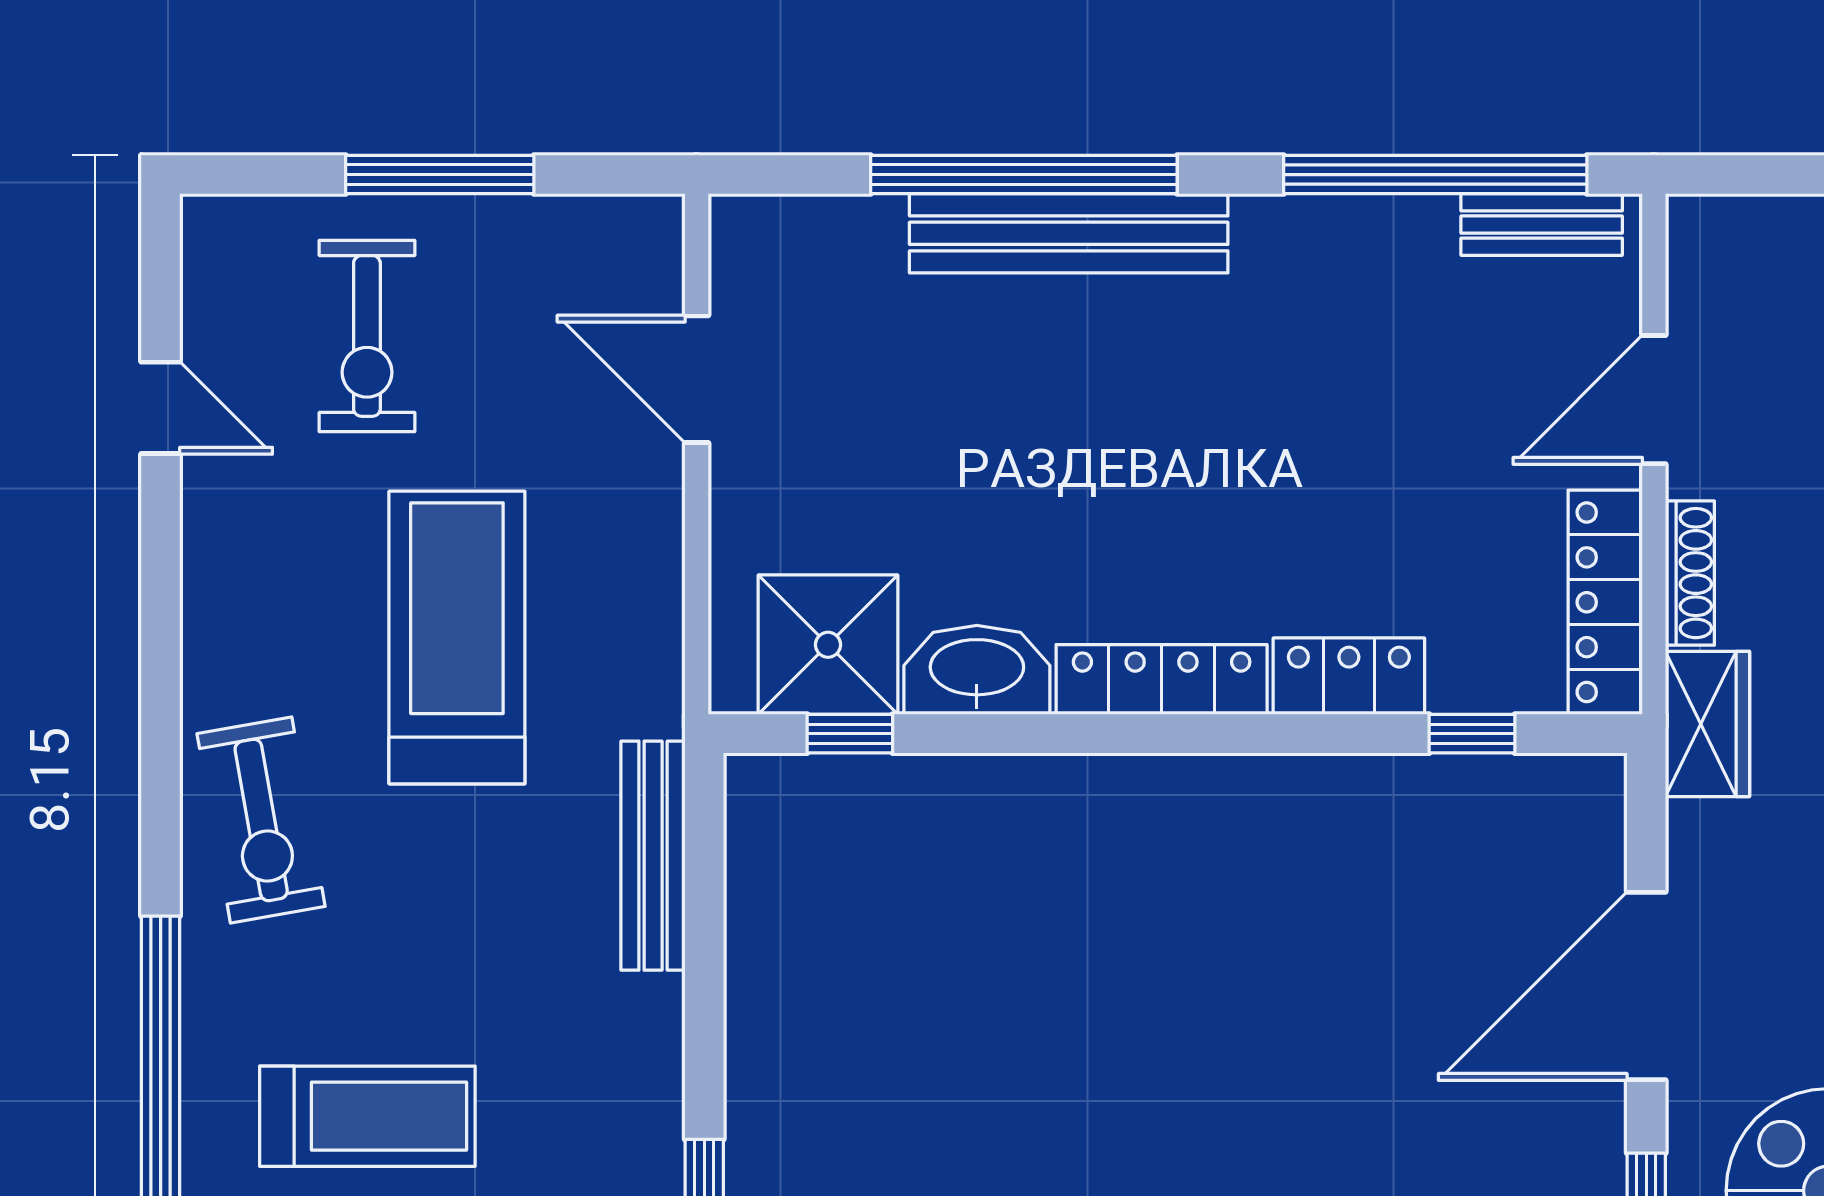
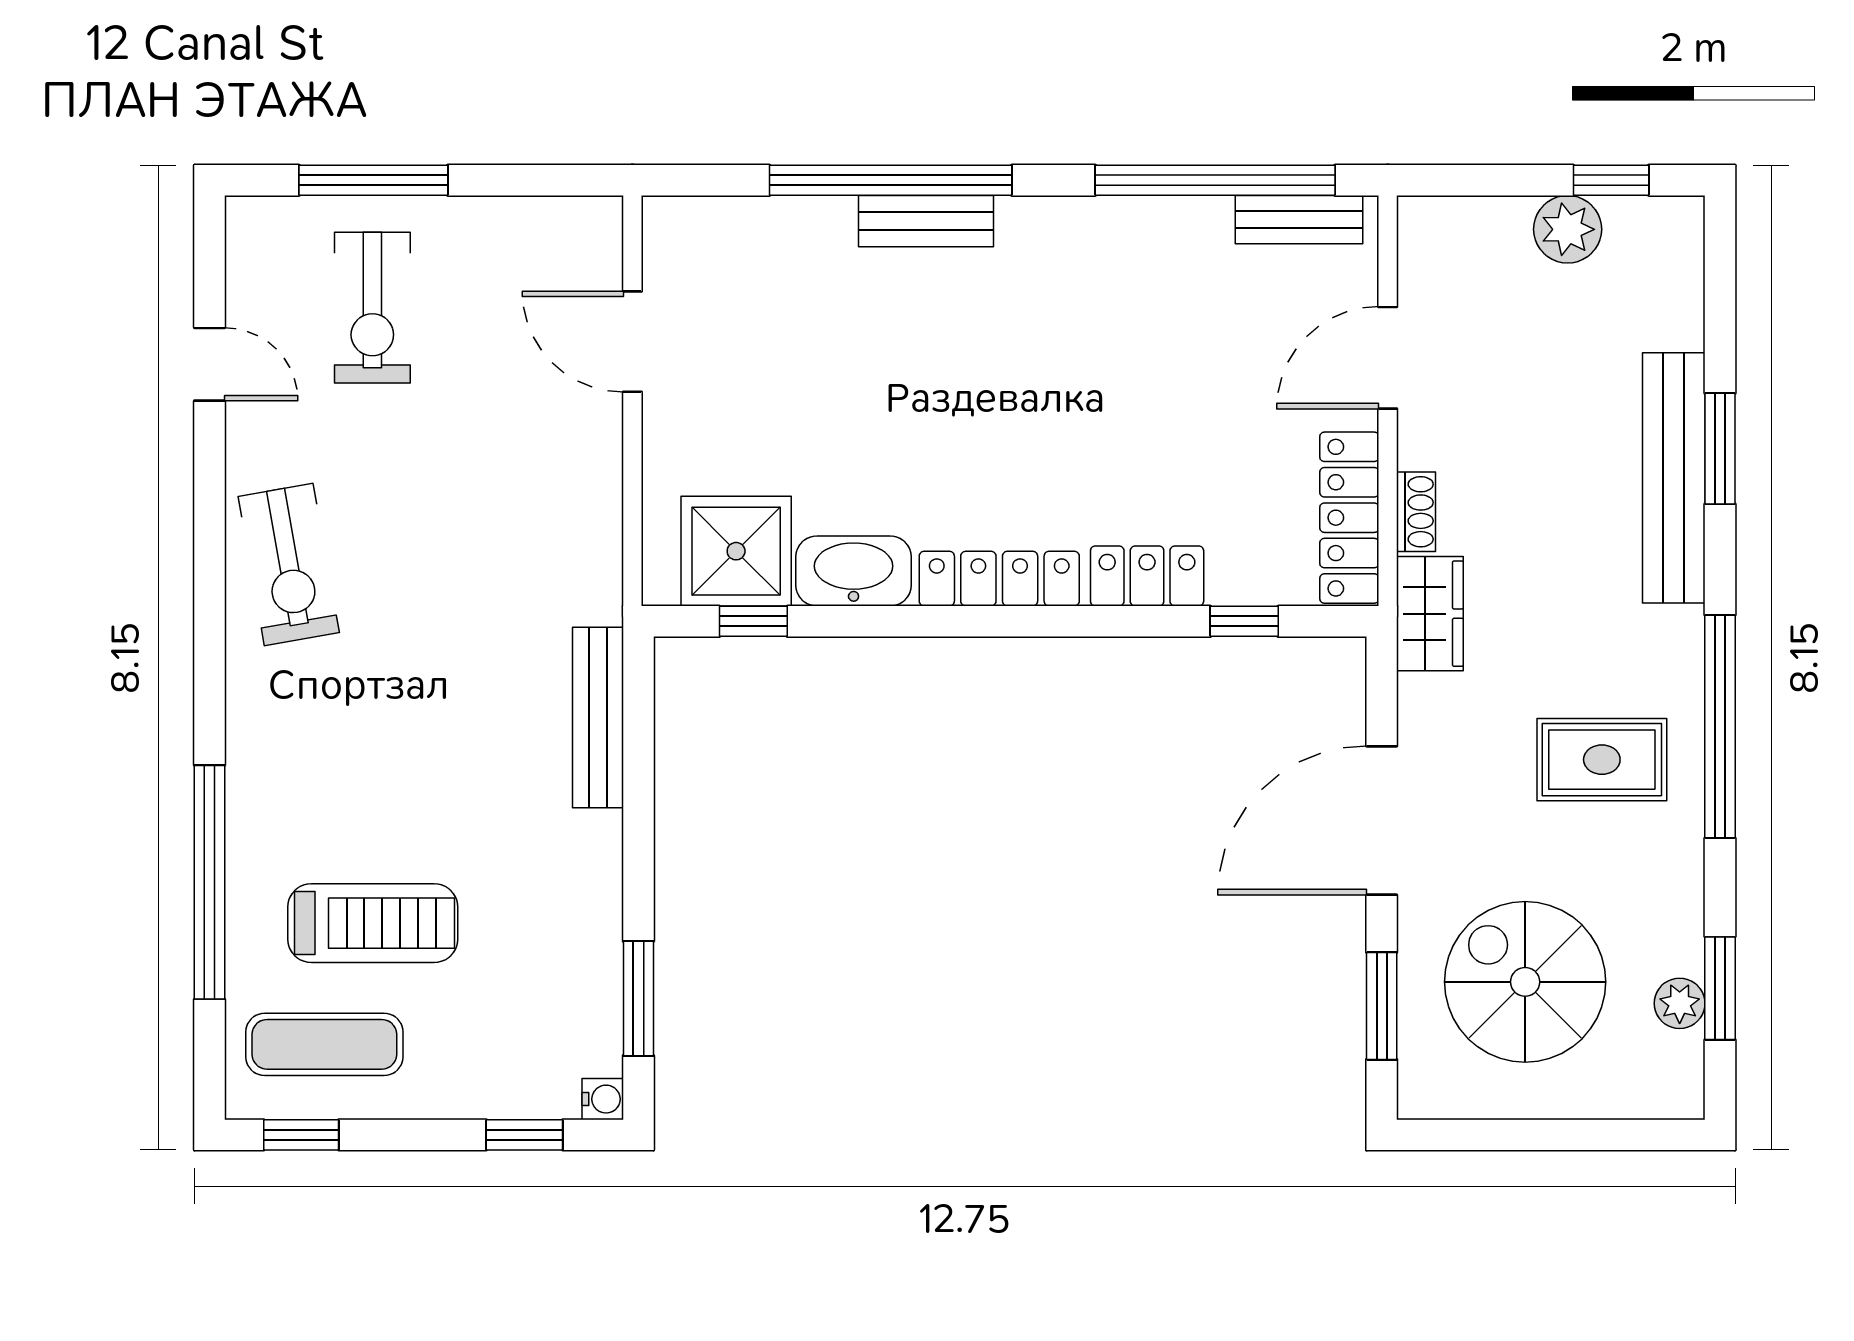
window: (440, 175) -> (373, 180), moved
bench: (1069, 233) -> (926, 221), width x0.54, depth x0.82
shoe rack: (1690, 573) -> (1416, 512), width x0.70
treadmill: (457, 637) -> (443, 545), removed
exercise bike: (261, 820) -> (289, 565), moved

